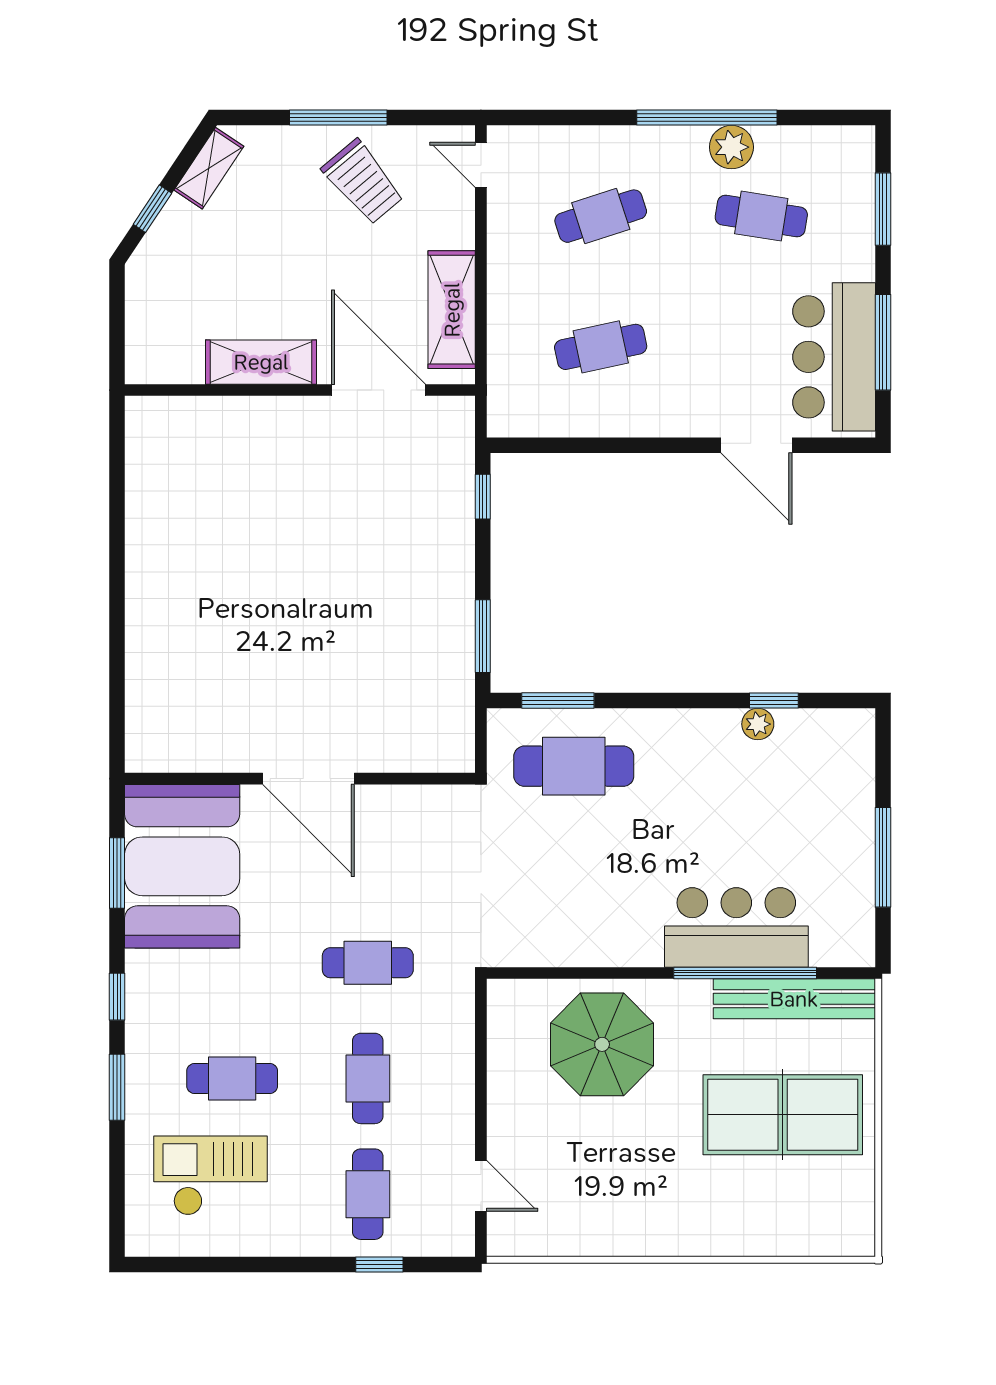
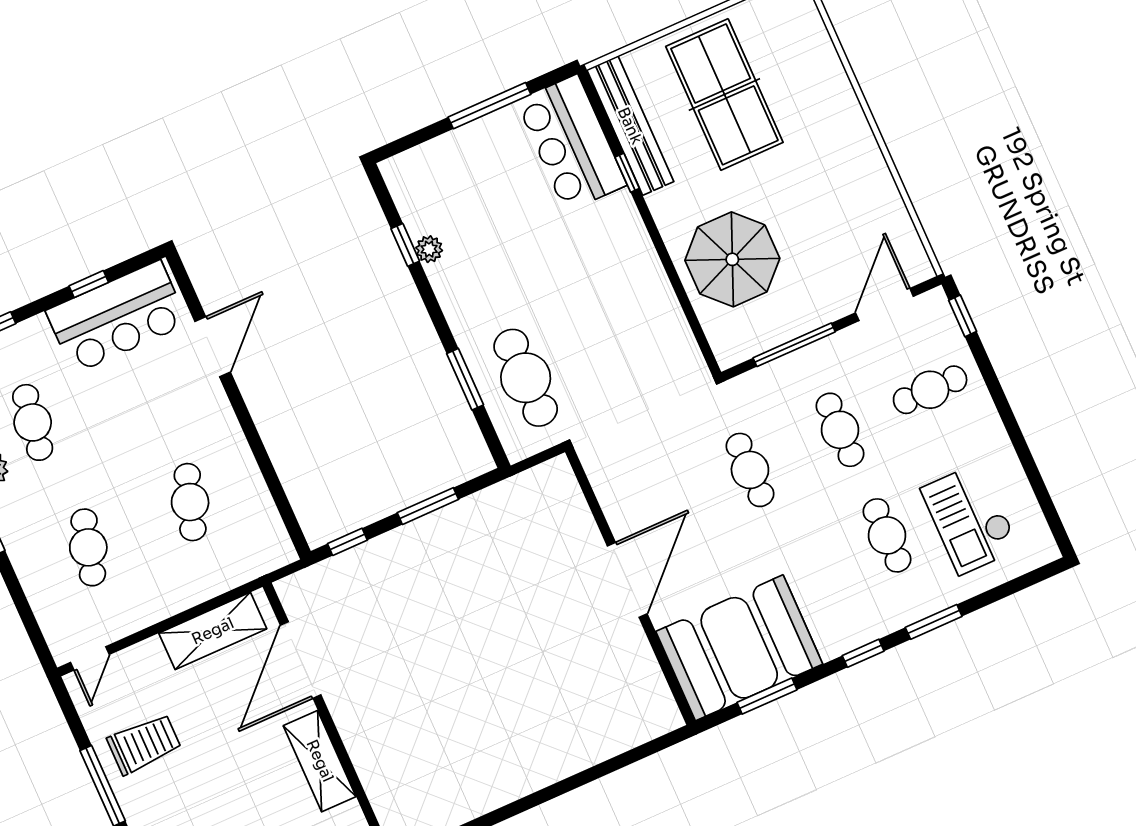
trolley: (363, 182) -> (144, 744), turned 40
cafe table: (601, 216) -> (88, 547), turned 33
window: (883, 342) -> (89, 284), width x0.46
cafe table: (601, 347) -> (190, 502), turned 30
window: (483, 636) -> (428, 506), moved
window: (558, 701) -> (465, 379), moved
bar counter: (736, 927) -> (571, 143), moved
window: (745, 973) -> (627, 173), width x0.32
window: (481, 1070) -> (794, 345), added
cafe table: (368, 1078) -> (840, 430), turned 90
door: (481, 1186) -> (884, 305), width x1.38
window: (379, 1264) -> (963, 316), moved

